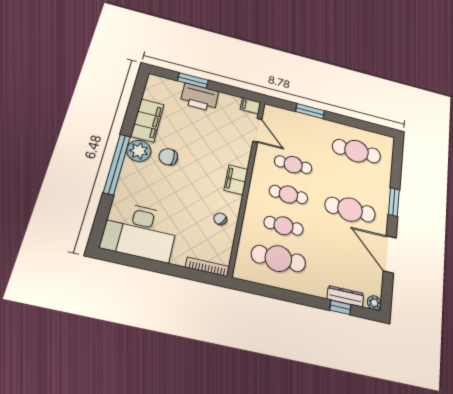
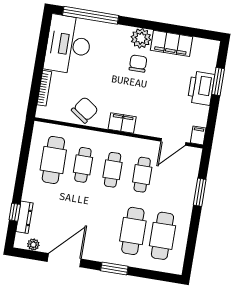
window: (117, 164) -> (91, 15), moved
cafe table: (350, 210) -> (133, 231), moved
chair: (220, 219) -> (85, 110), width x1.87, depth x1.87
bookcase: (207, 267) -> (44, 88), moved
plant: (374, 303) -> (33, 245), moved

